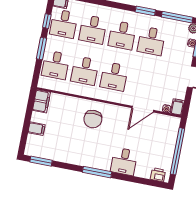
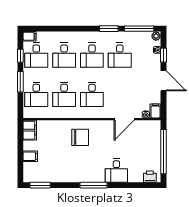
chair: (93, 119) -> (80, 137), turned -90

